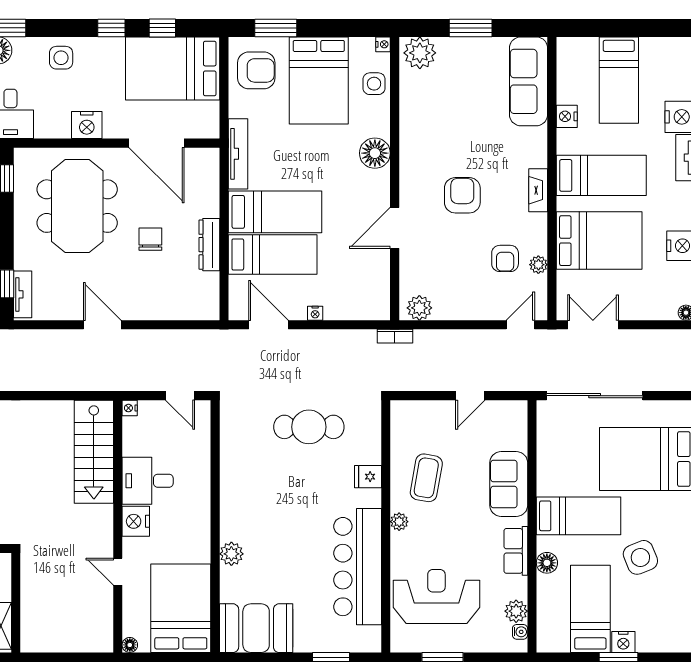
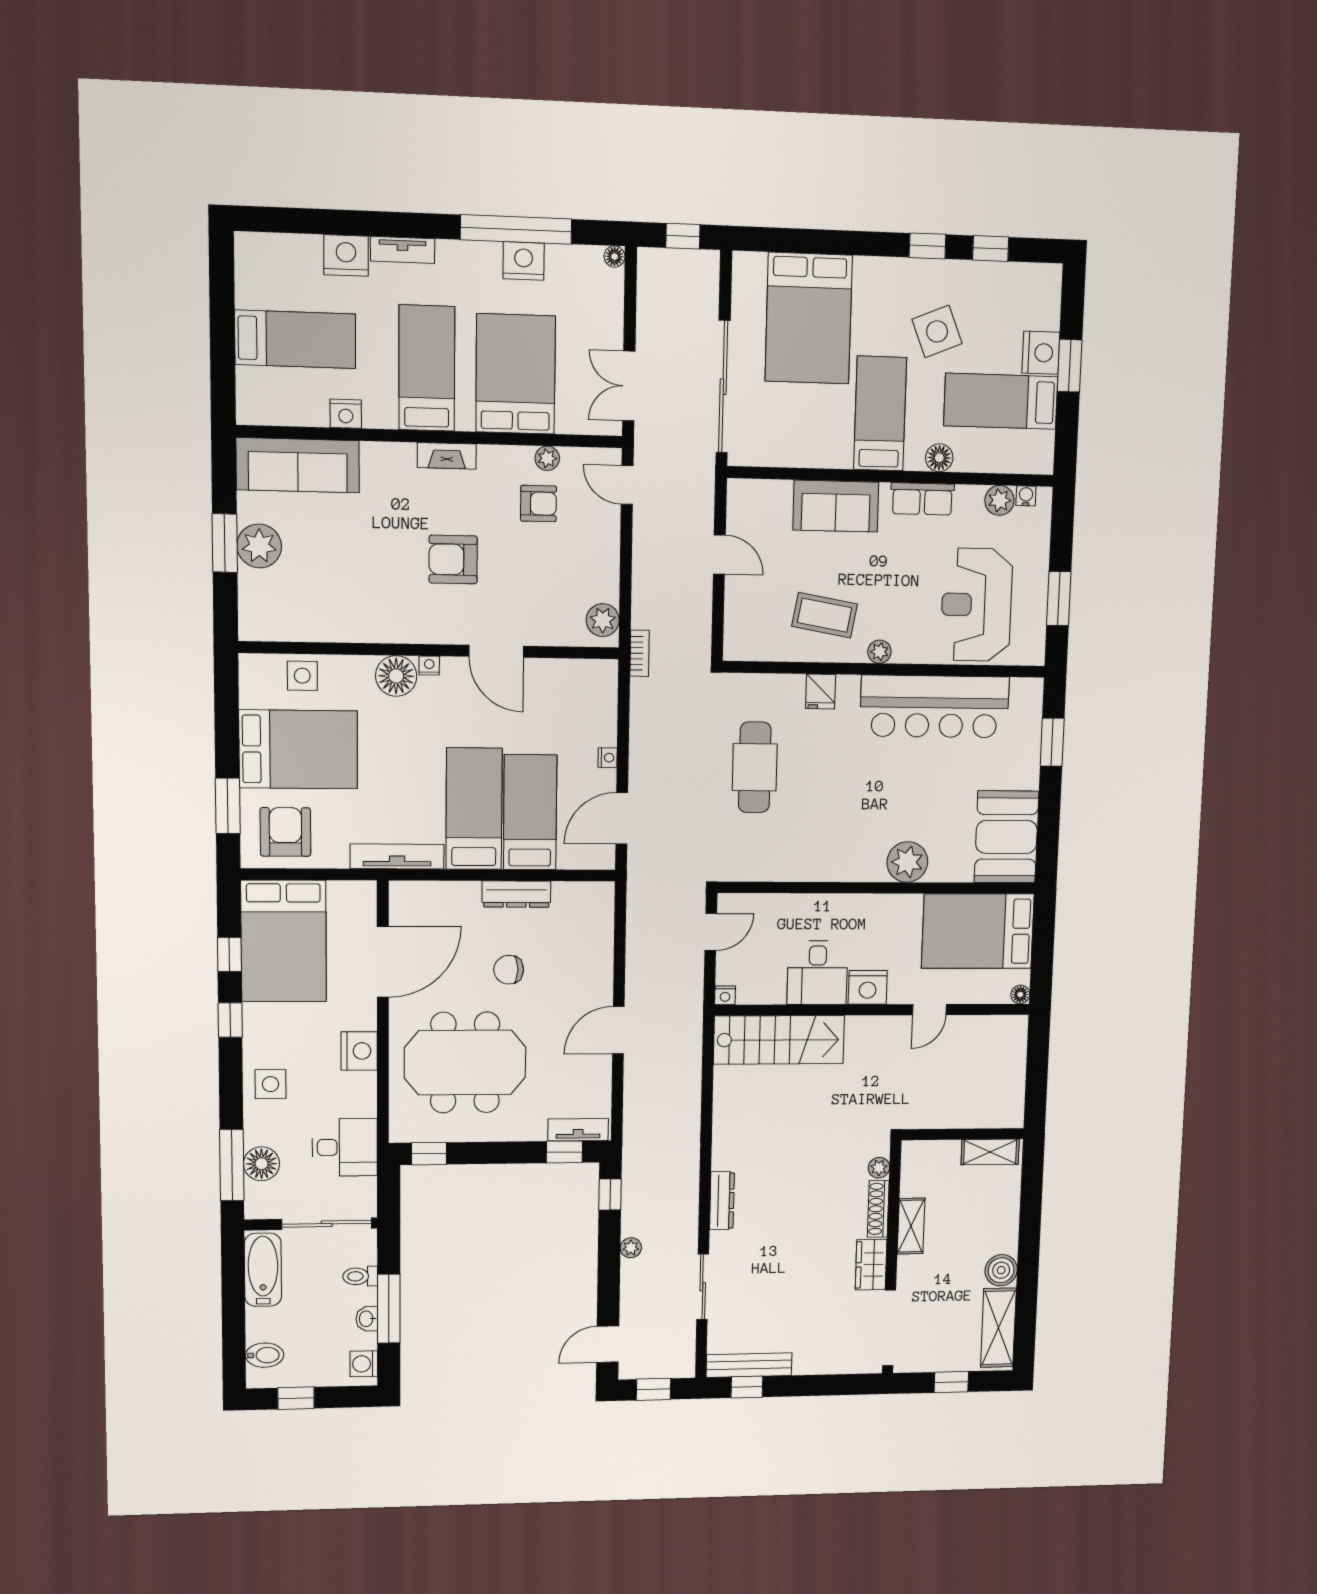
nightstand: (383, 44) -> (429, 666), moved
plant: (420, 53) -> (259, 546), moved
plant: (231, 554) -> (907, 862), width x1.36, depth x1.36
nightstand: (623, 642) -> (1041, 353), width x1.36, depth x1.33

